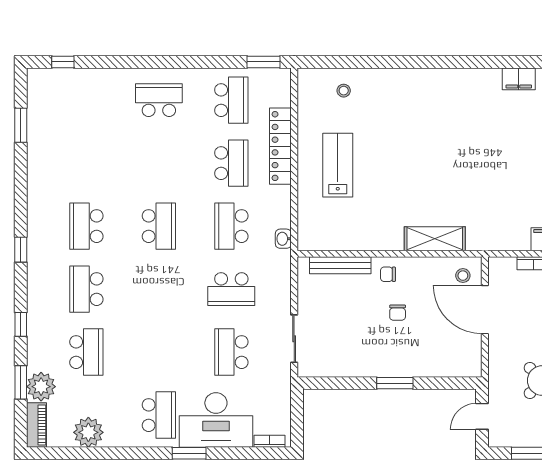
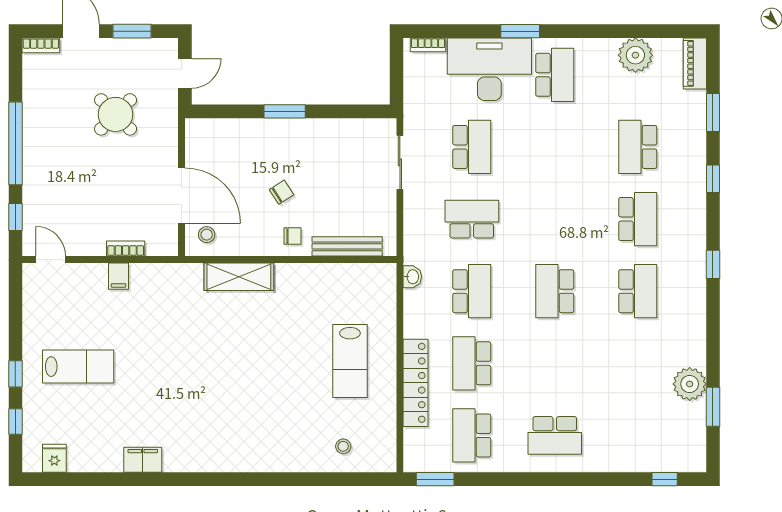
chair: (398, 313) -> (281, 192), turned 57
plant: (41, 387) -> (690, 384), moved
school desk: (159, 415) -> (555, 75), turned 180

